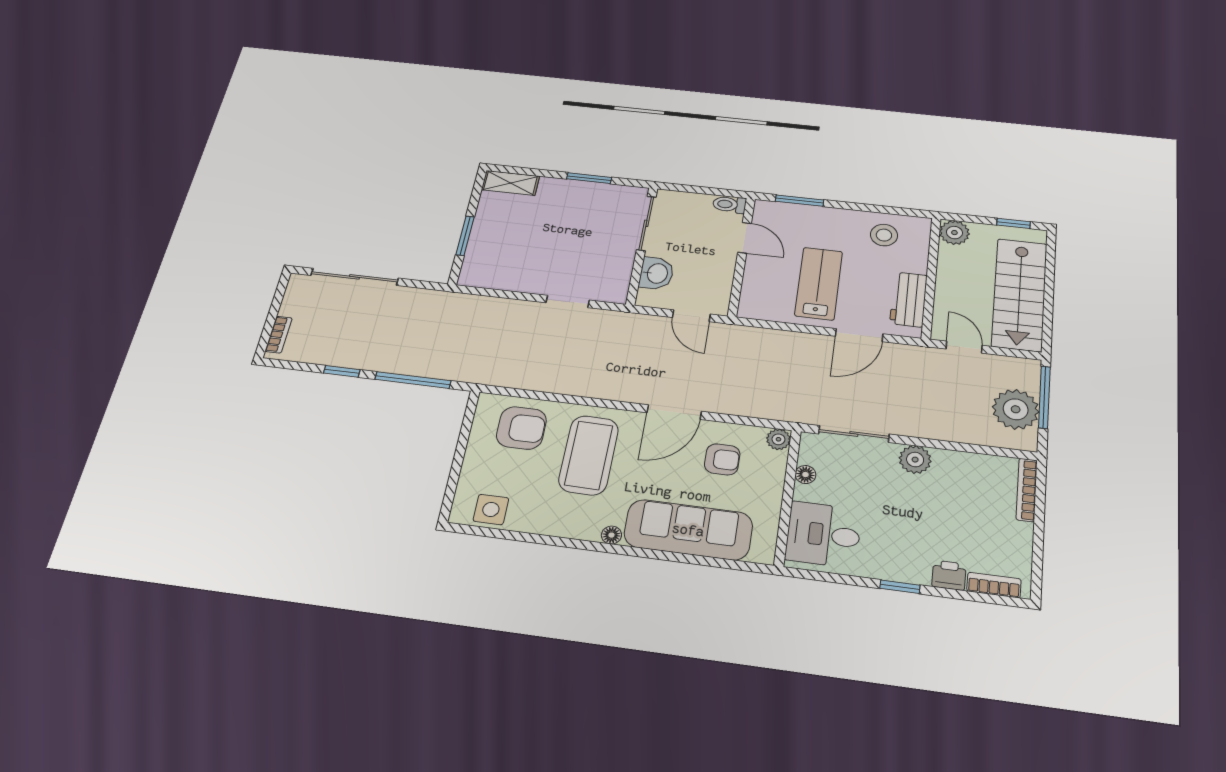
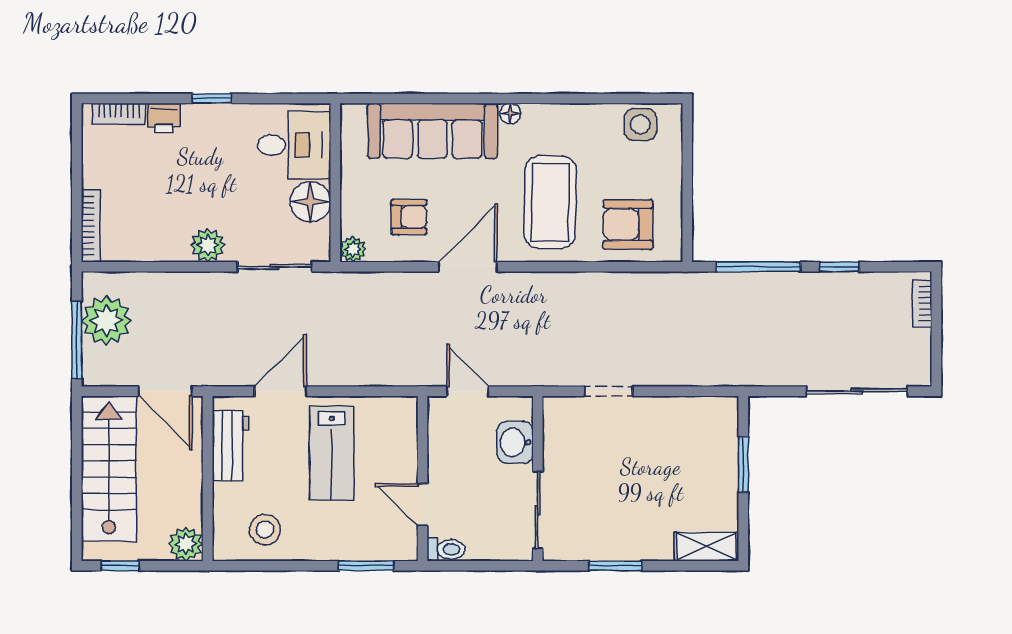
door: (964, 347) -> (165, 391), width x1.38
armchair: (722, 459) -> (409, 217), turned 180
floor lamp: (805, 474) -> (310, 202), width x1.89, depth x1.89

